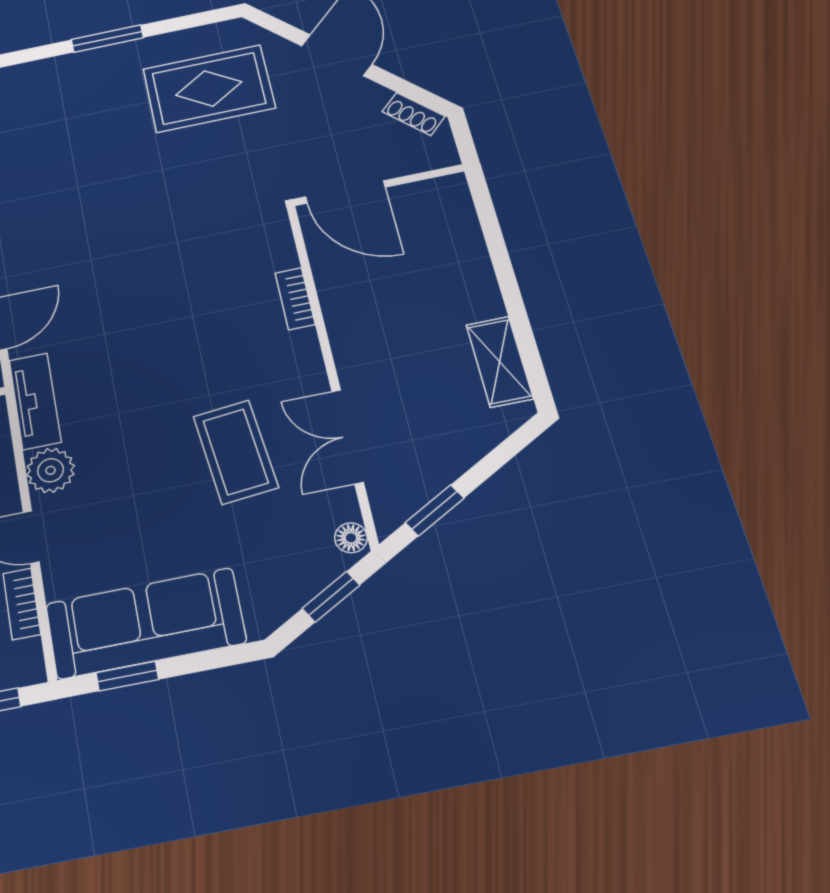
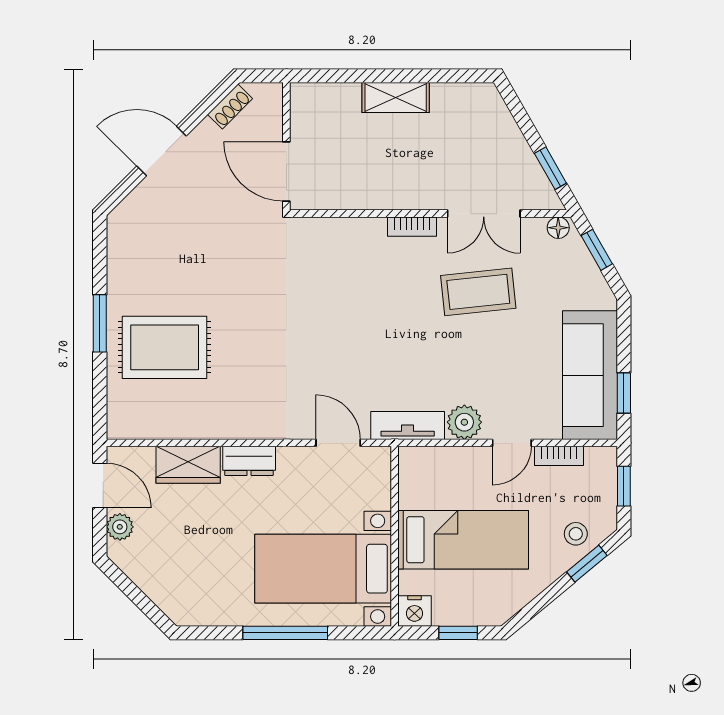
rug: (209, 88) -> (165, 347), moved, turned 90
door: (345, 192) -> (286, 172), swing flipped
bookcase: (295, 299) -> (412, 227), moved
shelving: (500, 362) -> (396, 98), moved

